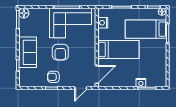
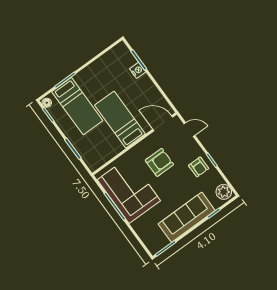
floor lamp: (24, 13) -> (154, 247), removed
nightstand: (103, 23) -> (104, 157), removed
sofa: (28, 52) -> (187, 217), width x1.36
armchair: (60, 52) -> (159, 162), moved
plant: (27, 81) -> (224, 192), added

